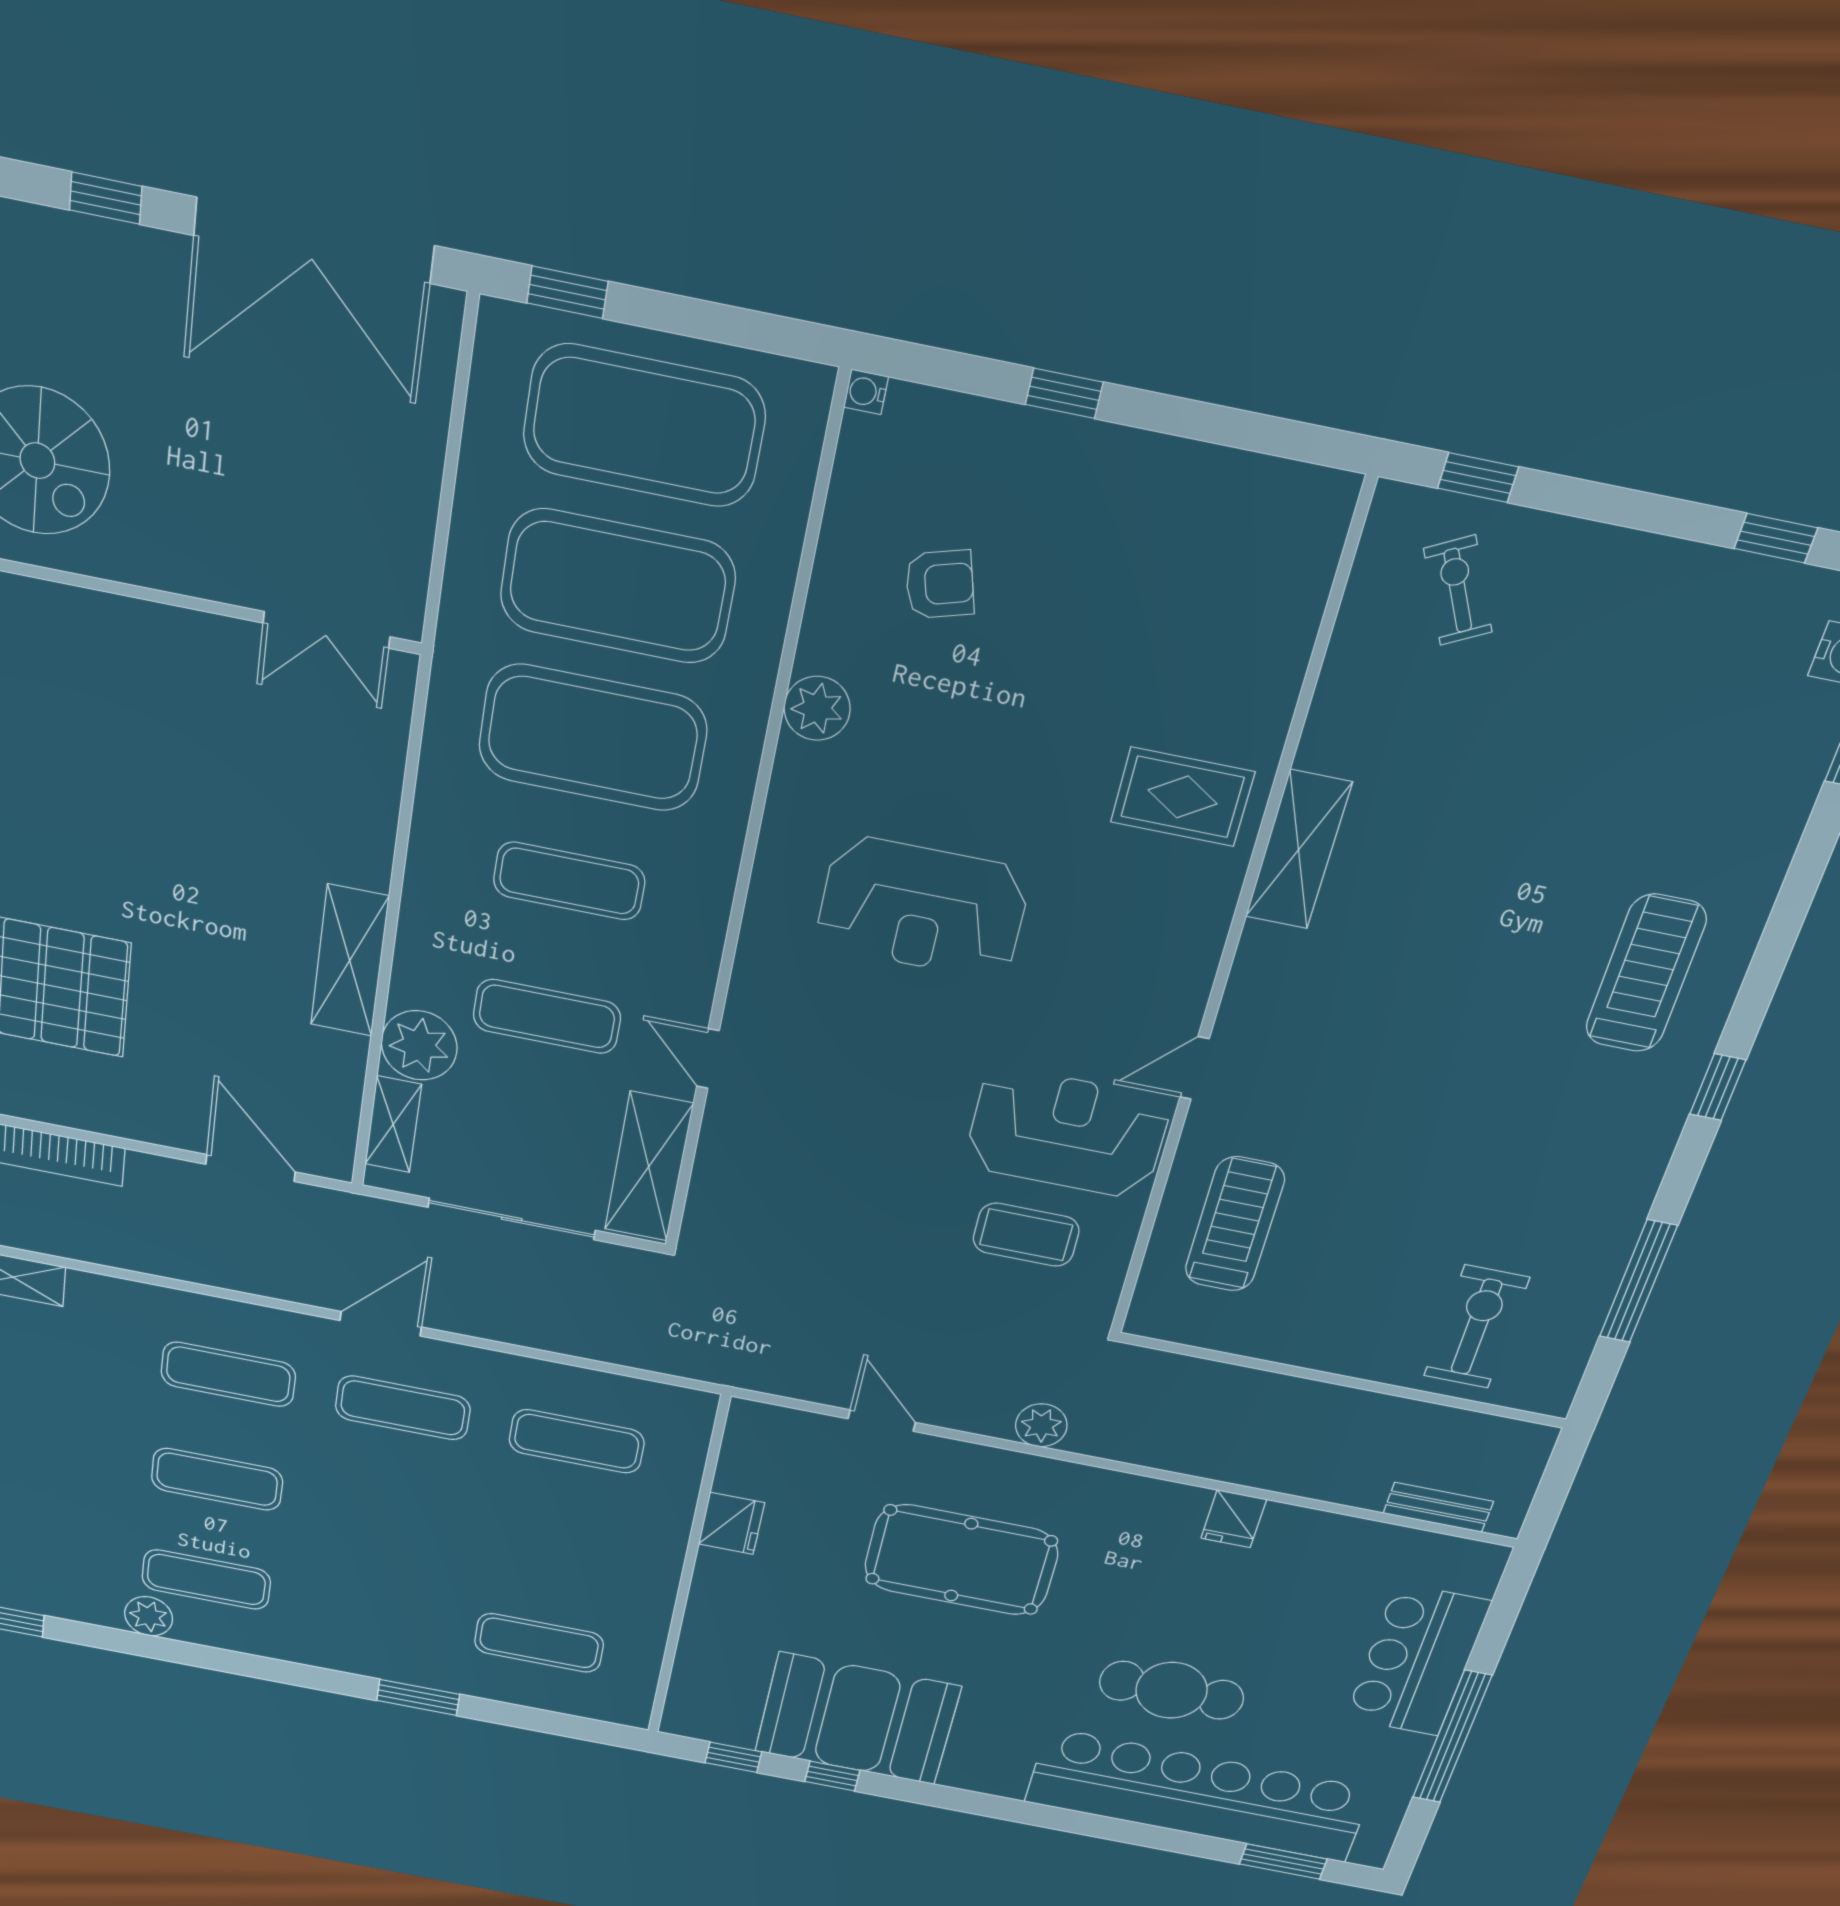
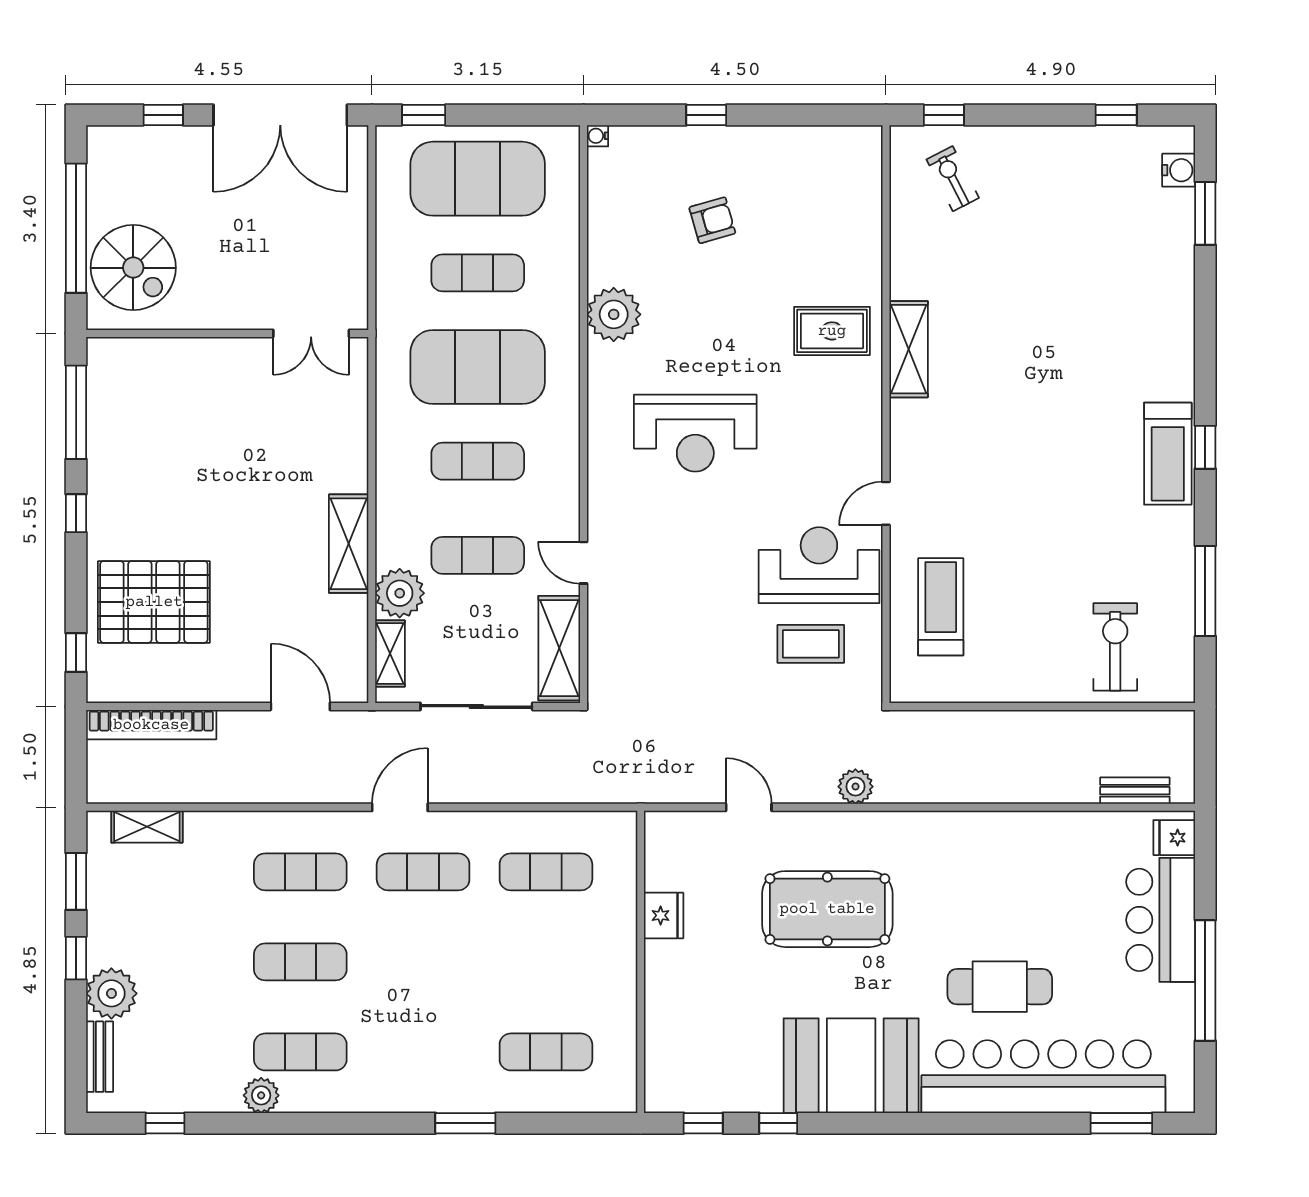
armchair: (940, 584) -> (712, 220), moved
exercise mat: (618, 586) -> (478, 273), width x0.50, depth x0.69
plant: (817, 708) -> (614, 314), width x1.36, depth x1.36
treadmill: (1646, 974) -> (1168, 454), moved, turned 180
fridge: (1234, 1519) -> (1174, 838), moved, turned 90
booth: (857, 1719) -> (851, 1066), moved

